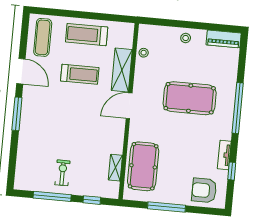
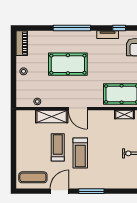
treadmill: (87, 35) -> (80, 153), moved
pool table: (190, 98) -> (68, 64), turned 90

